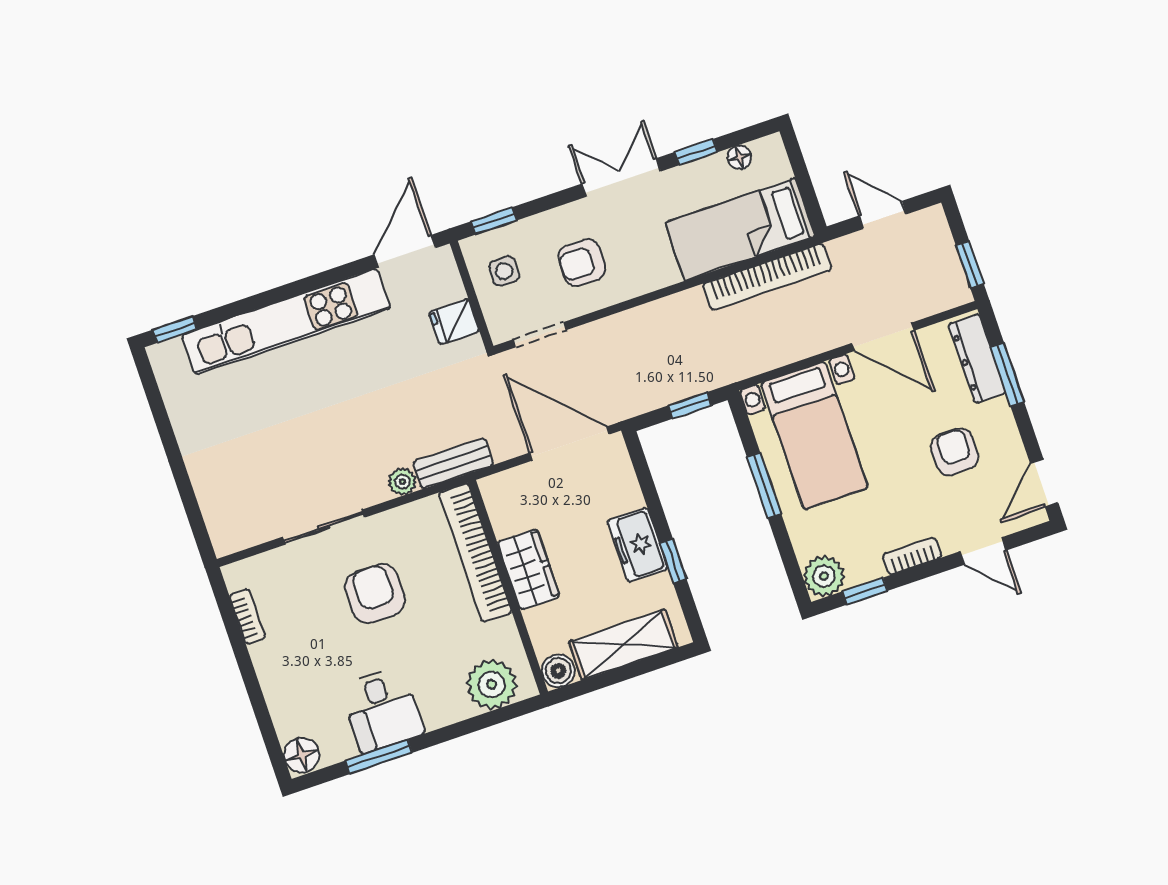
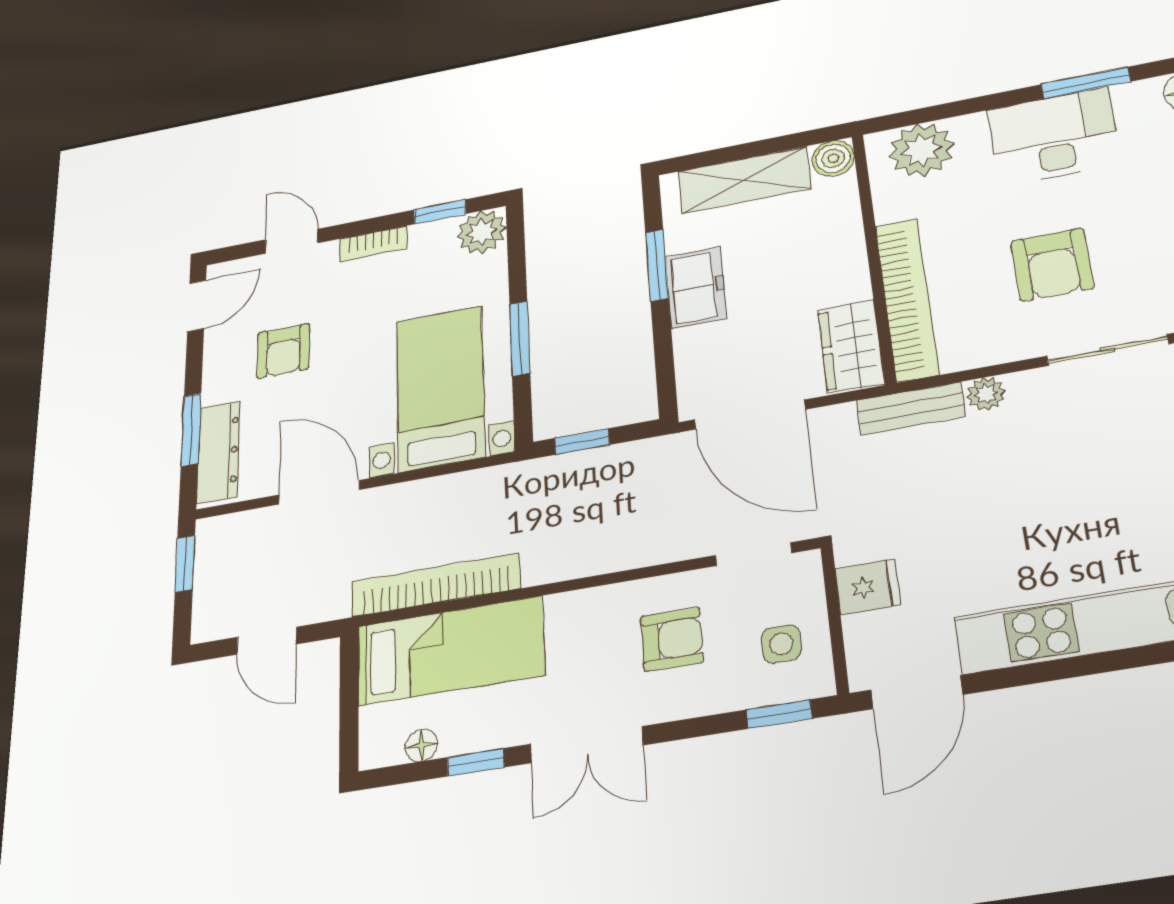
window: (673, 561) -> (657, 265), width x1.50
wardrobe: (529, 569) -> (851, 346), moved
desk: (382, 710) -> (1054, 136), width x1.37

